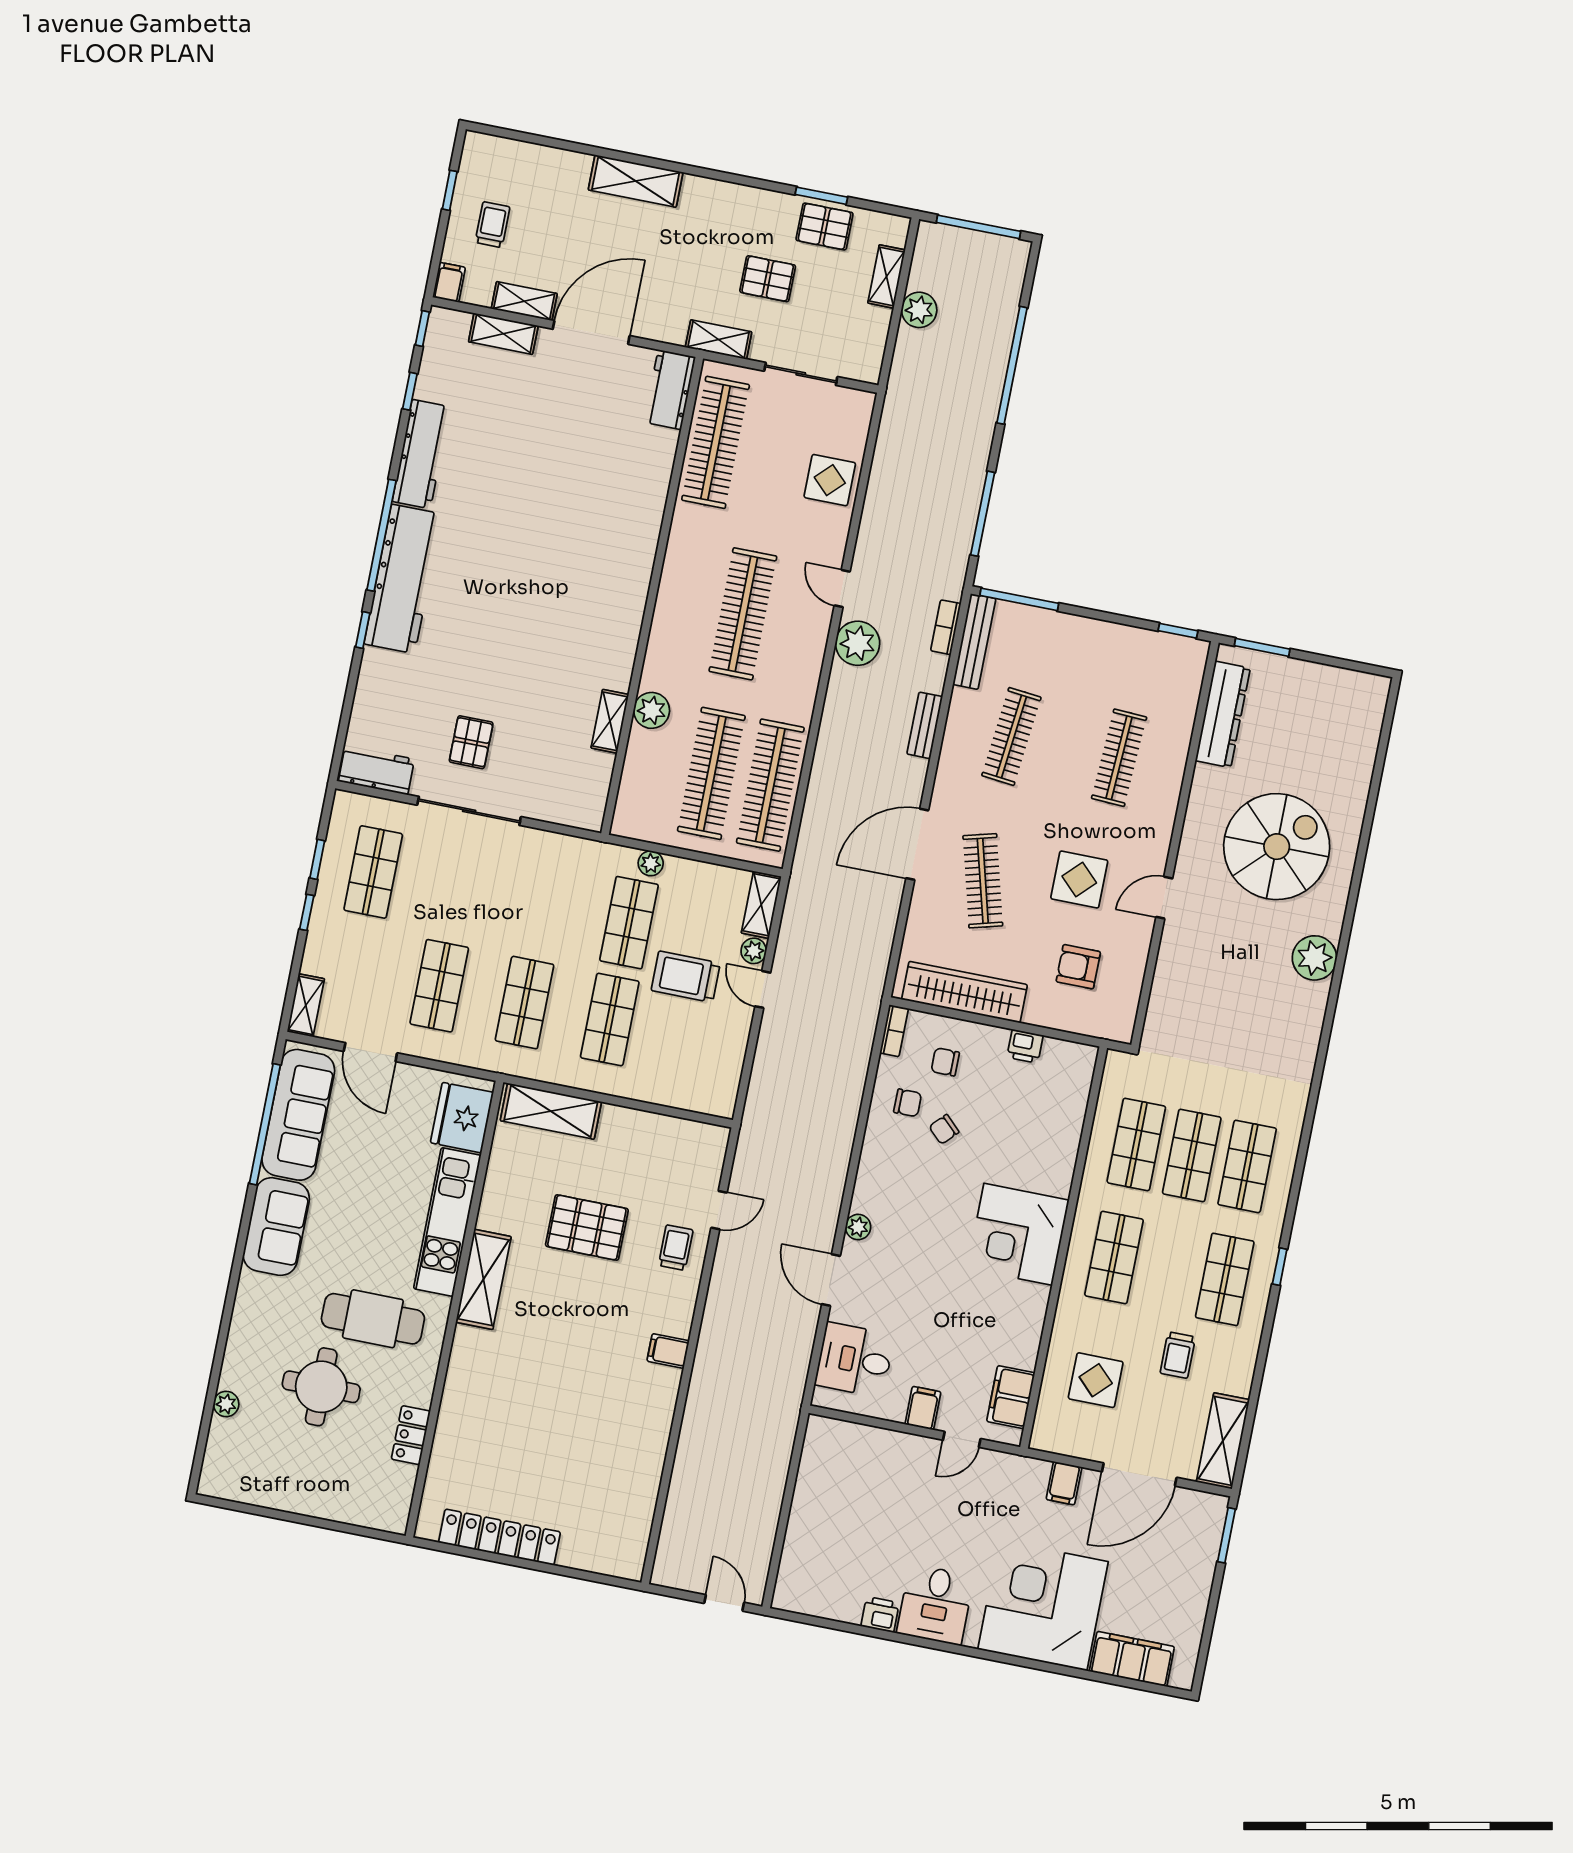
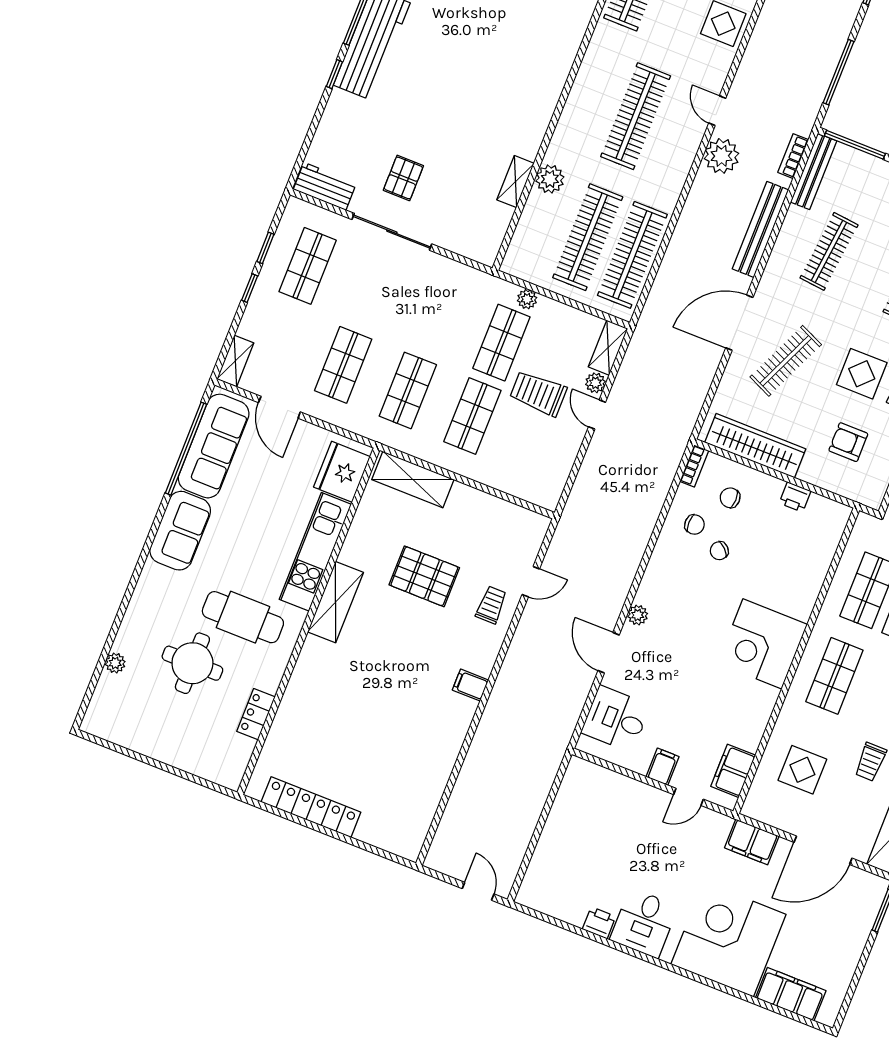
bench: (925, 725) -> (760, 229), width x1.86, depth x1.21
clothes rail: (983, 881) -> (786, 361), turned 39
filing cabinet: (1064, 1483) -> (752, 842), width x2.00

